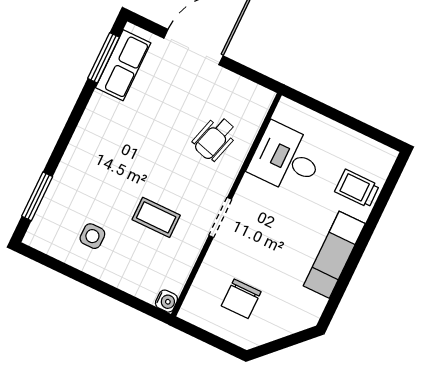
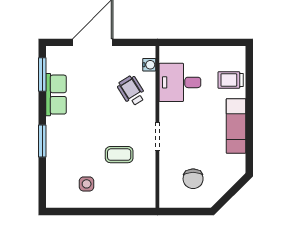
row of seats: (123, 65) -> (56, 95), moved
wheelchair: (215, 138) -> (132, 91), turned 132
window: (37, 196) -> (42, 141), moved
water cooler: (166, 301) -> (149, 65), moved

